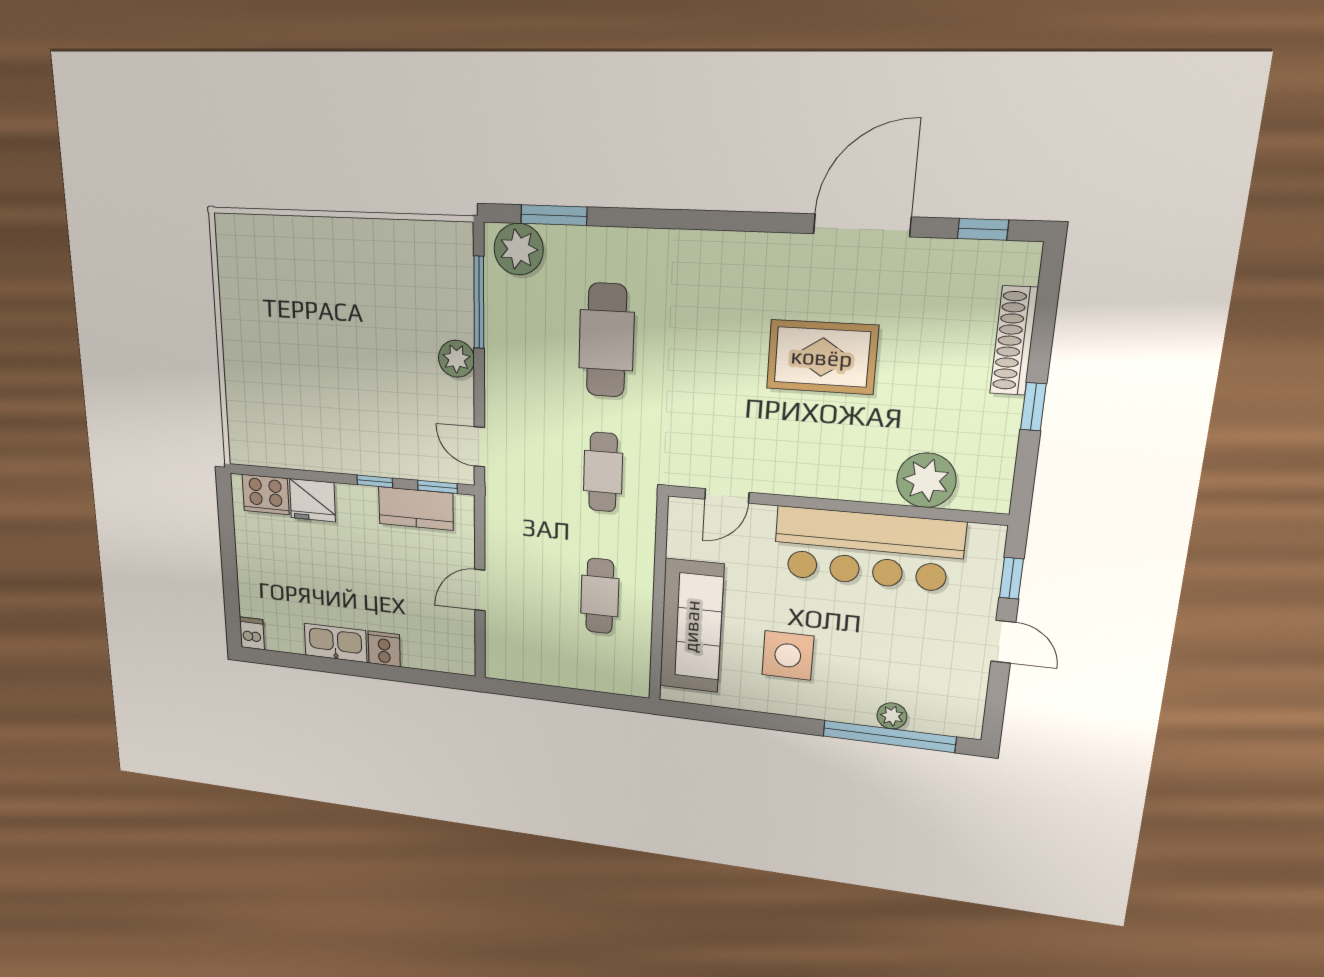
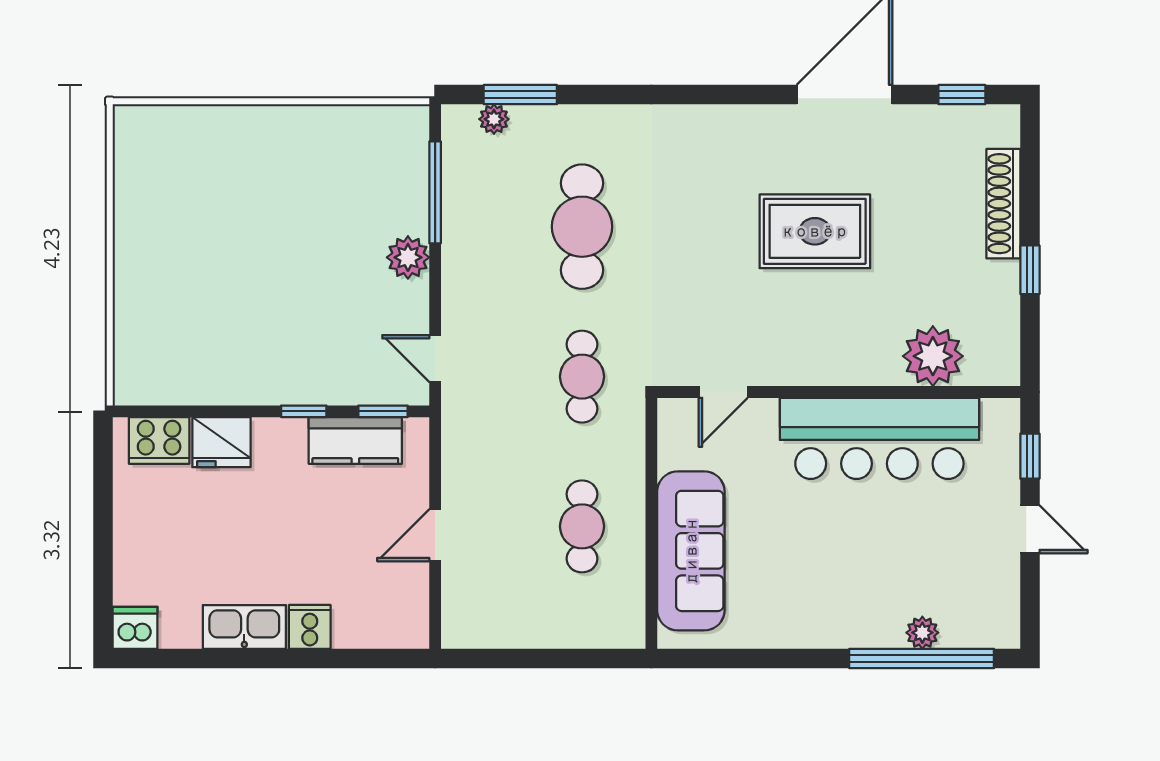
plant: (519, 249) -> (494, 119), width x0.53, depth x0.53
dishwasher: (252, 633) -> (135, 628), width x1.38
side table: (788, 655) -> (802, 574), removed

